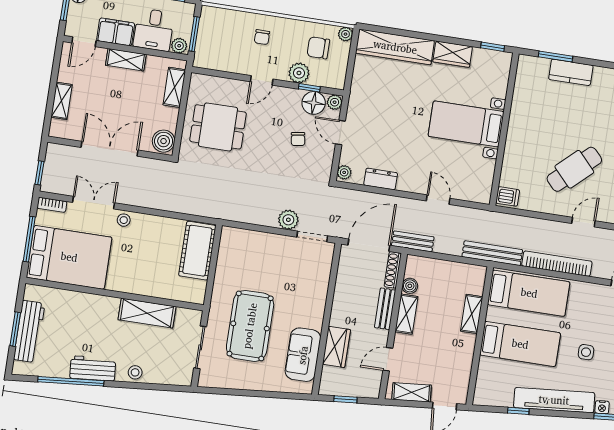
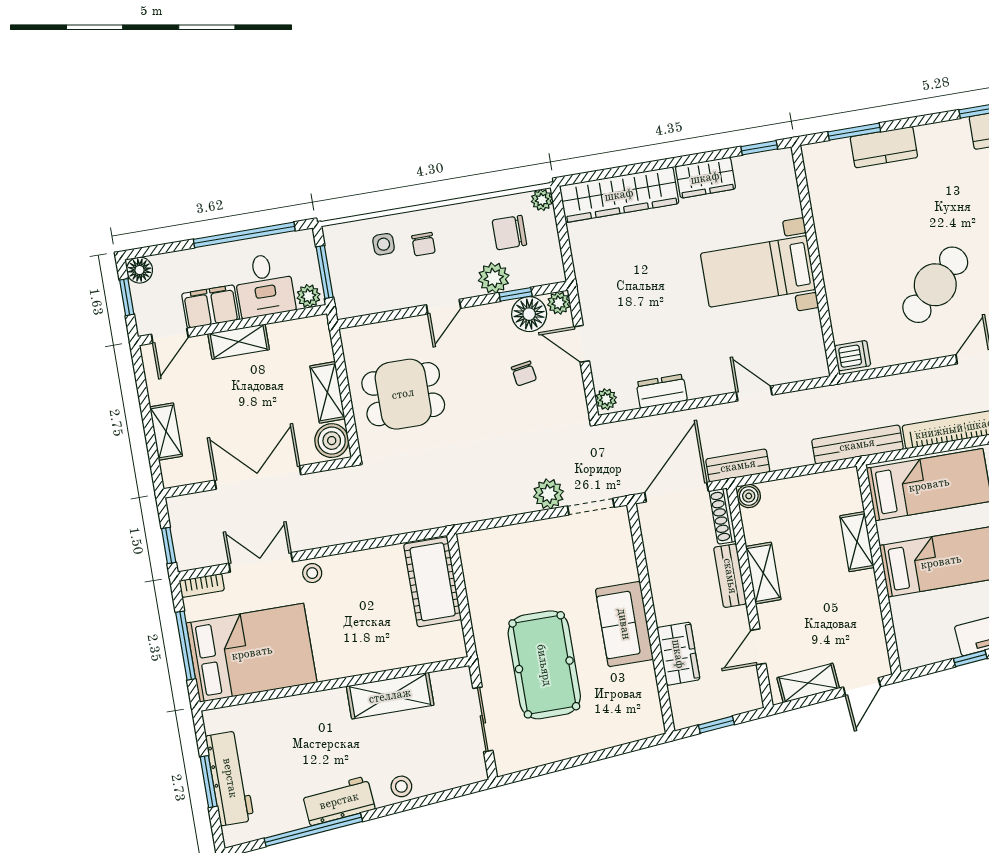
side table: (237, 29) -> (384, 244), added
shelving: (174, 87) -> (327, 392), moved
boiler: (410, 286) -> (749, 496), moved
sofa: (303, 355) -> (624, 624), moved

